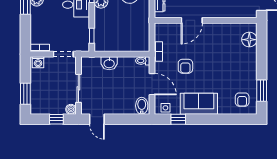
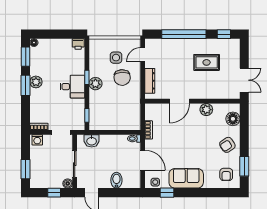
plant: (221, 29) -> (206, 110), added
washbasin: (109, 63) -> (92, 141), moved
armchair: (185, 66) -> (227, 145), moved, turned 56
bidet: (142, 106) -> (116, 180), moved

